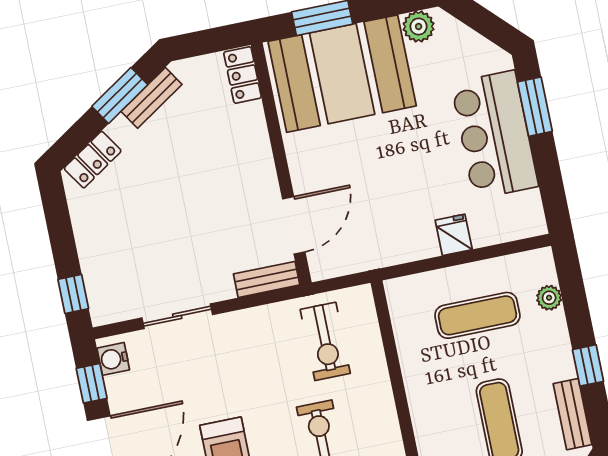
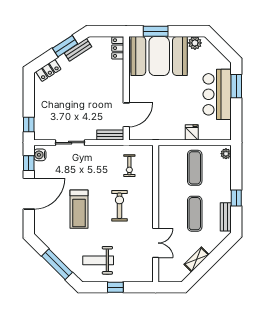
plant: (549, 298) -> (226, 154), moved
exercise mat: (477, 315) -> (195, 168), turned 90
exercise bike: (325, 341) -> (129, 166), width x0.73, depth x0.72

